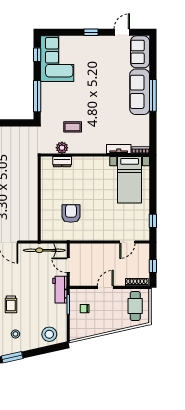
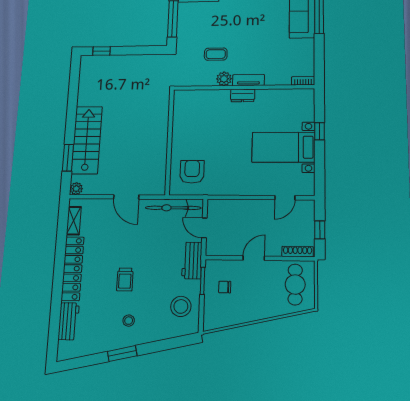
plant: (62, 148) -> (224, 79), moved
tv unit: (119, 149) -> (248, 80), moved
dresser: (62, 162) -> (243, 95), moved
bed with nightstands: (130, 180) -> (283, 147), moved, turned 90
armchair: (71, 213) -> (192, 172), moved
window: (153, 221) -> (319, 131), moved
stool: (49, 334) -> (181, 306), moved

